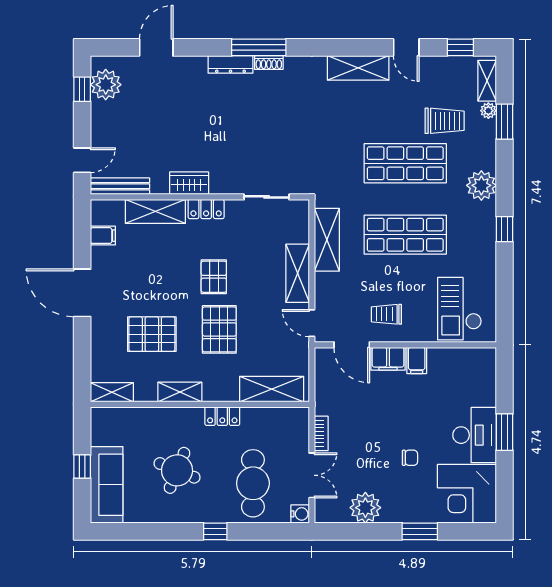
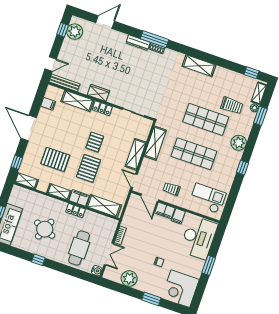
door: (406, 47) -> (225, 64), removed
checkout: (459, 309) -> (208, 198), turned 90
window: (82, 364) -> (17, 162), added
filing cabinet: (221, 390) -> (79, 198), added
desk: (475, 435) -> (199, 238), moved, width x1.36, depth x1.30
window: (215, 531) -> (38, 260), moved

